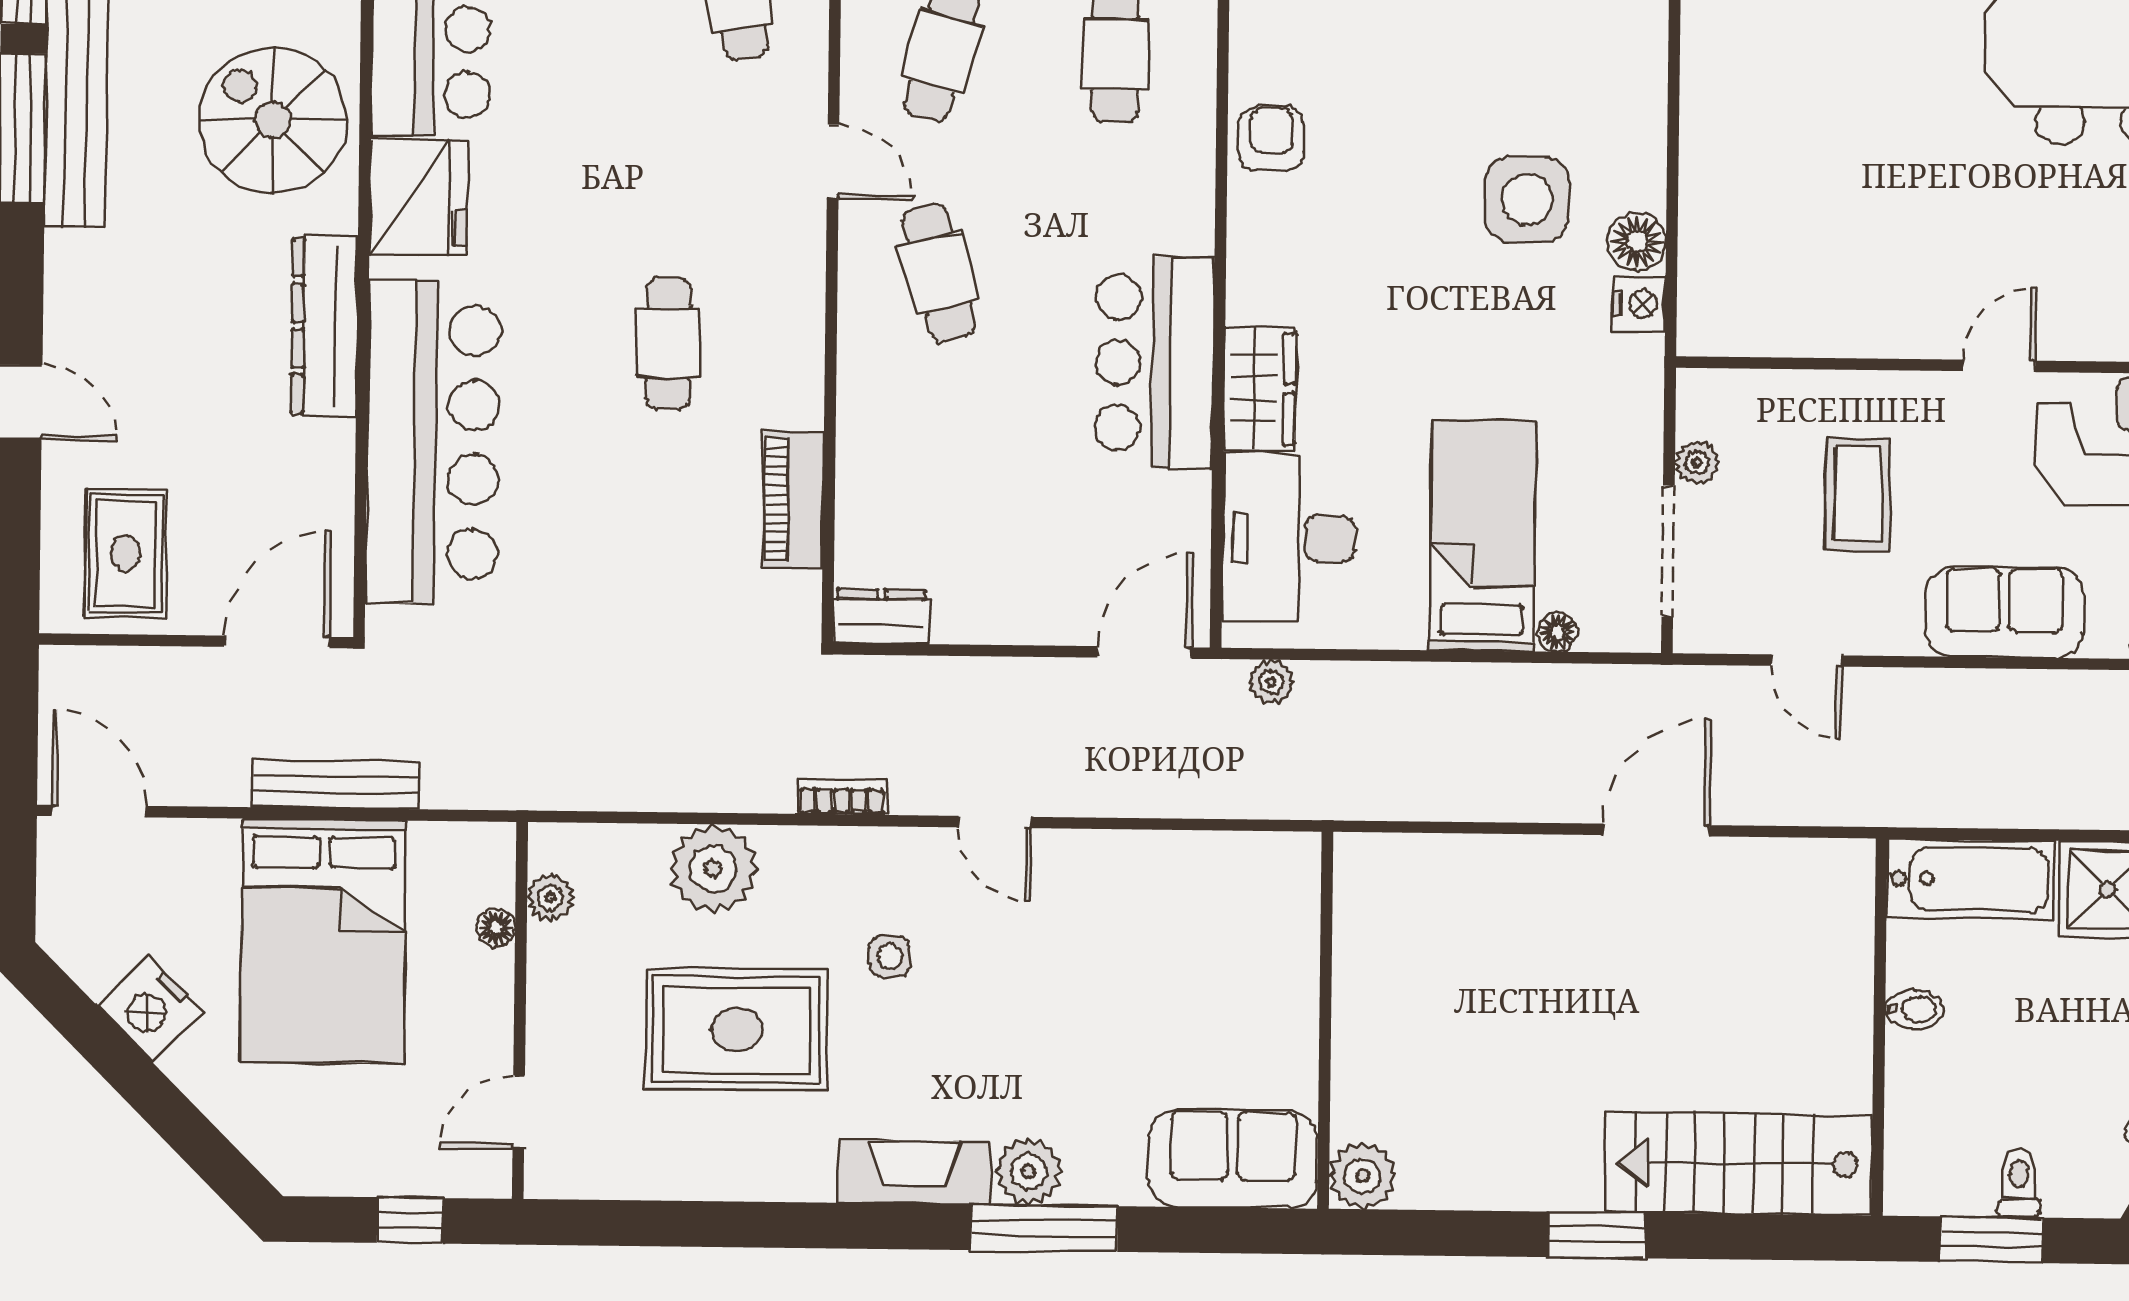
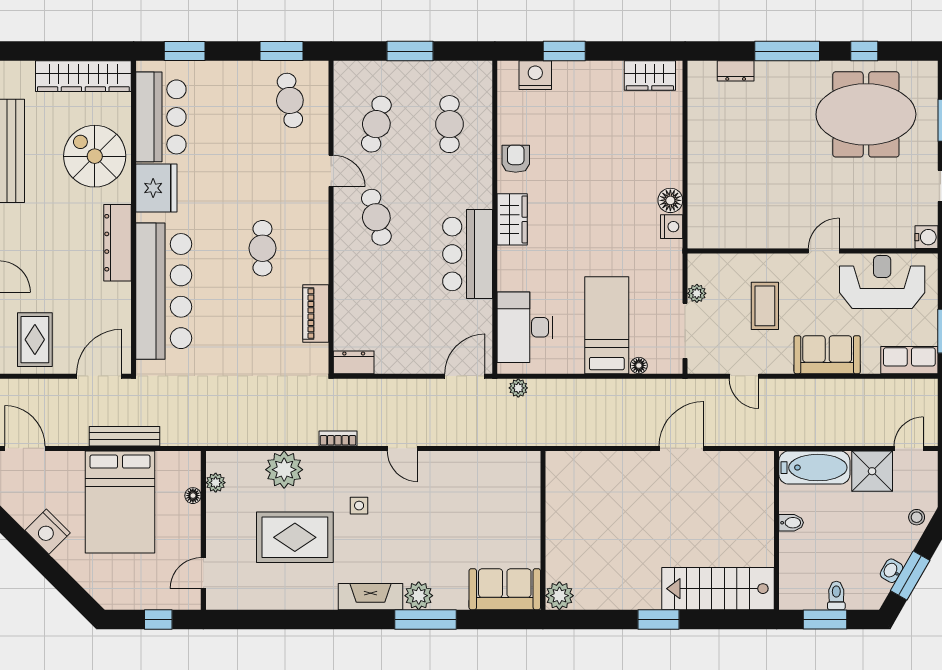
side table: (1527, 200) -> (624, 183), removed
wardrobe: (1260, 388) -> (512, 219), moved

